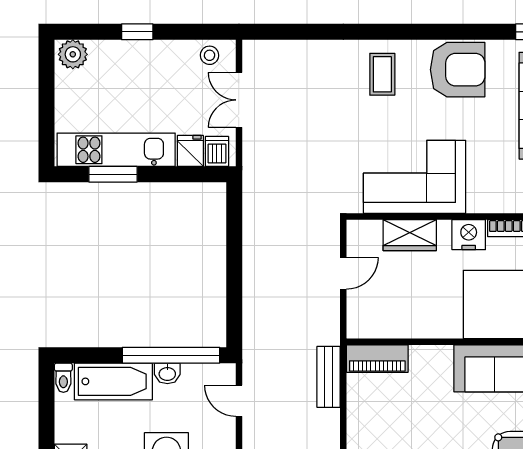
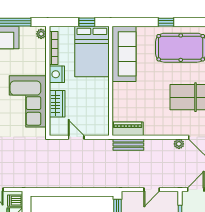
piano: (377, 359) -> (128, 129), moved, turned -90
door: (239, 401) -> (152, 190), moved

